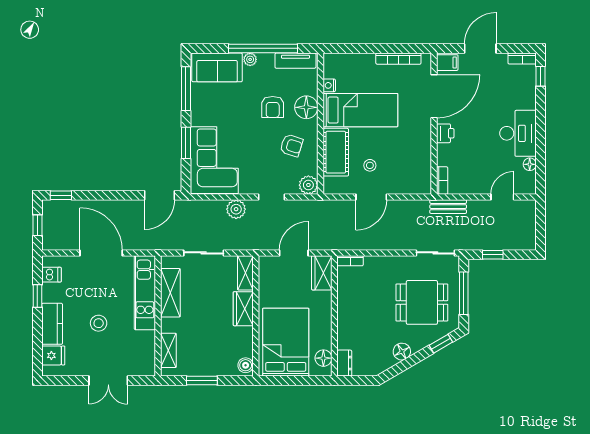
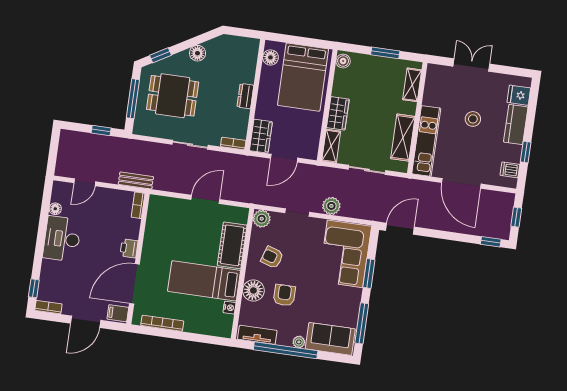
stool: (370, 165) -> (202, 229), removed
sliding door: (435, 253) -> (190, 145), moved
dresser: (344, 363) -> (245, 96), moved

